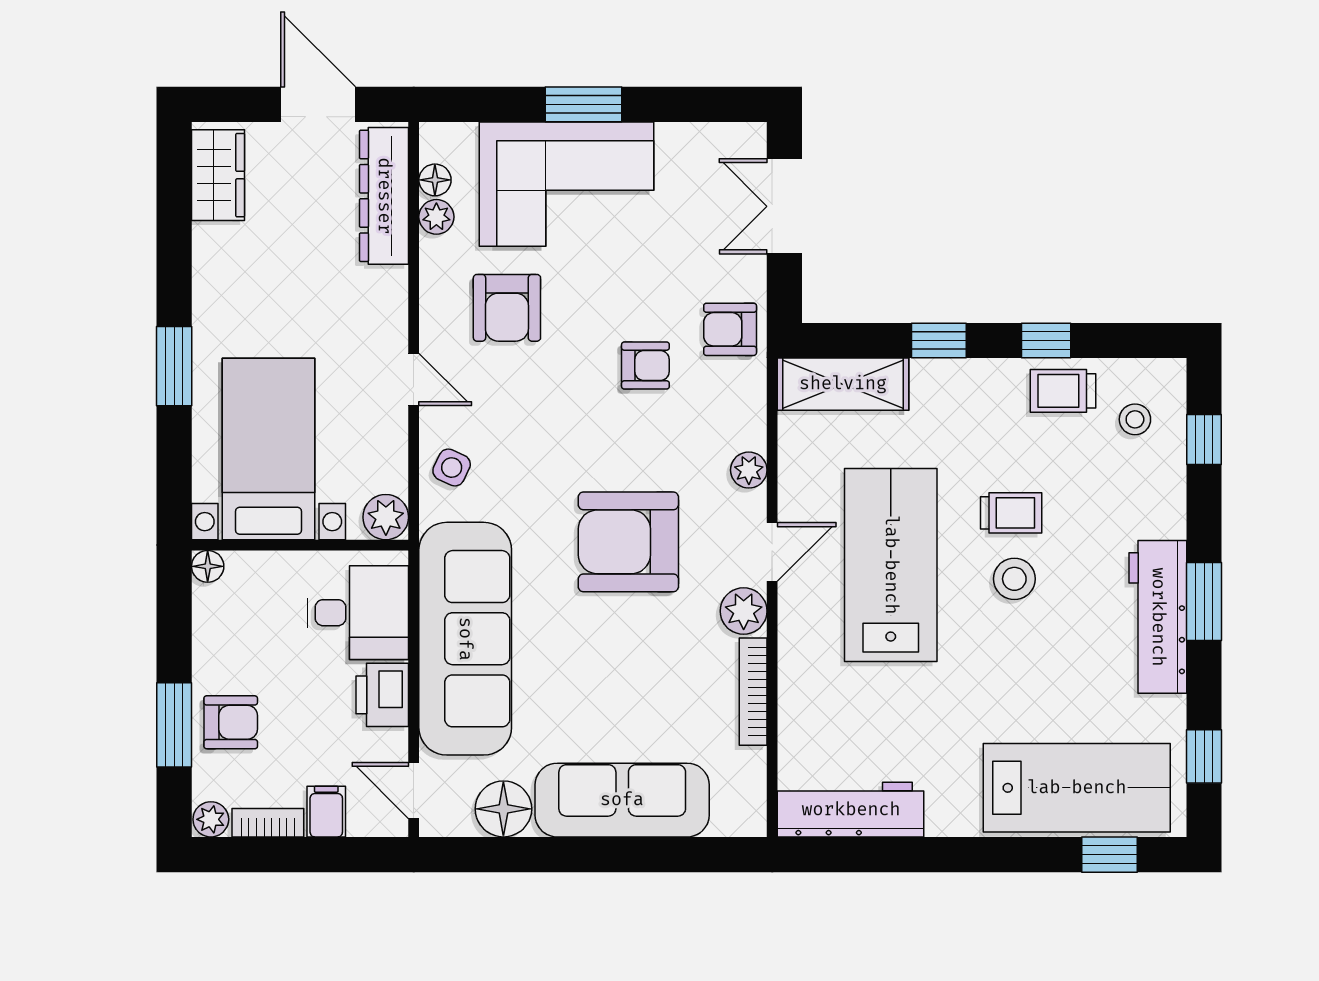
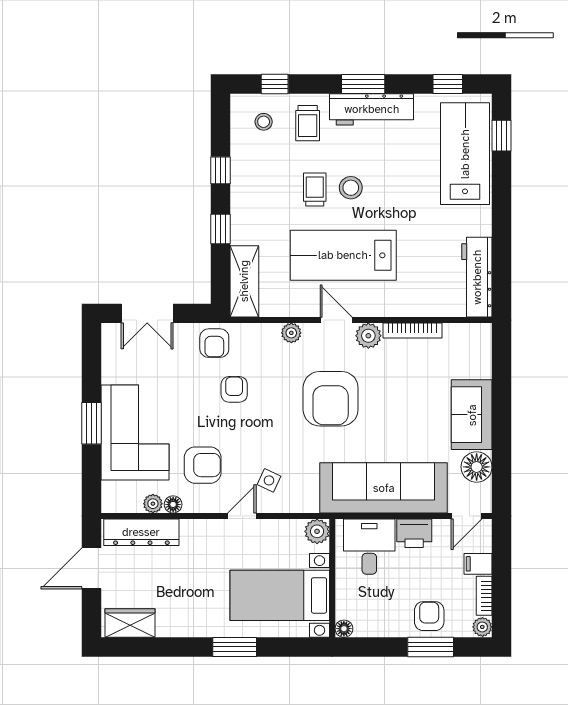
floor lamp: (435, 180) -> (173, 504), moved
trolley: (1063, 391) -> (308, 123), moved
side table: (452, 468) -> (269, 480), moved
sofa: (622, 800) -> (472, 415), width x0.73

